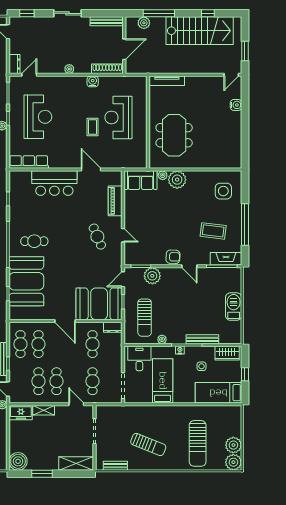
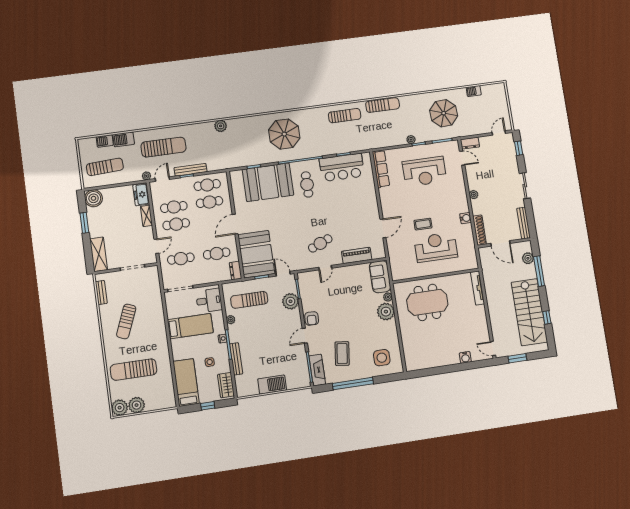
bar counter: (54, 183) -> (342, 167), moved, turned -90

